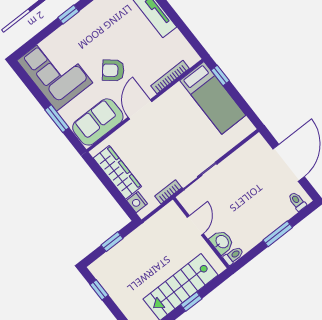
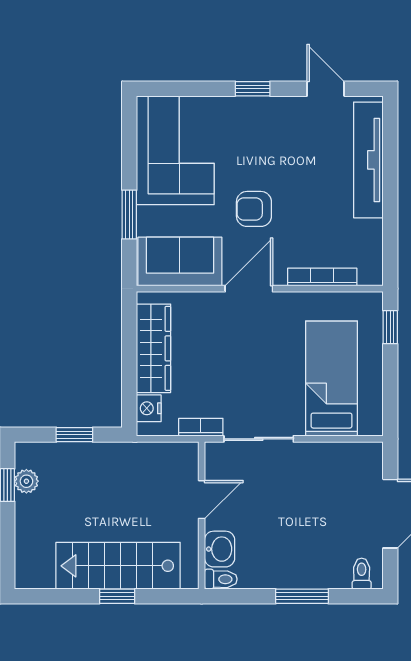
armchair: (113, 70) -> (254, 209), turned -40
bed: (213, 98) -> (332, 379), moved, turned 180
plant: (107, 281) -> (26, 481), added

